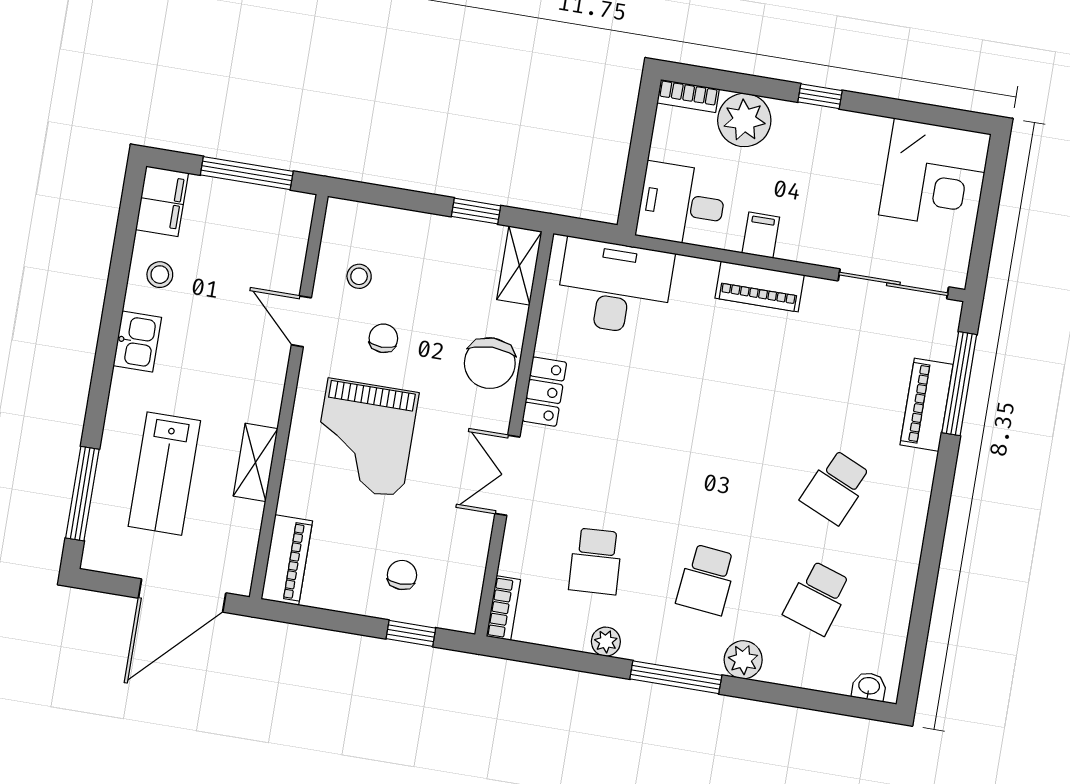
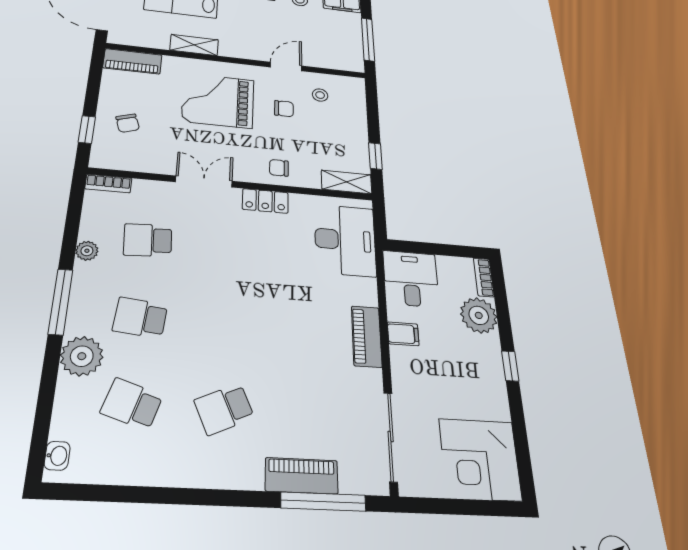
chair: (490, 363) -> (279, 168), width x0.54, depth x0.54
school desk: (836, 487) -> (224, 409), turned -48
chair: (402, 575) -> (128, 123), turned 72
plant: (743, 660) -> (82, 356), width x1.36, depth x1.36

